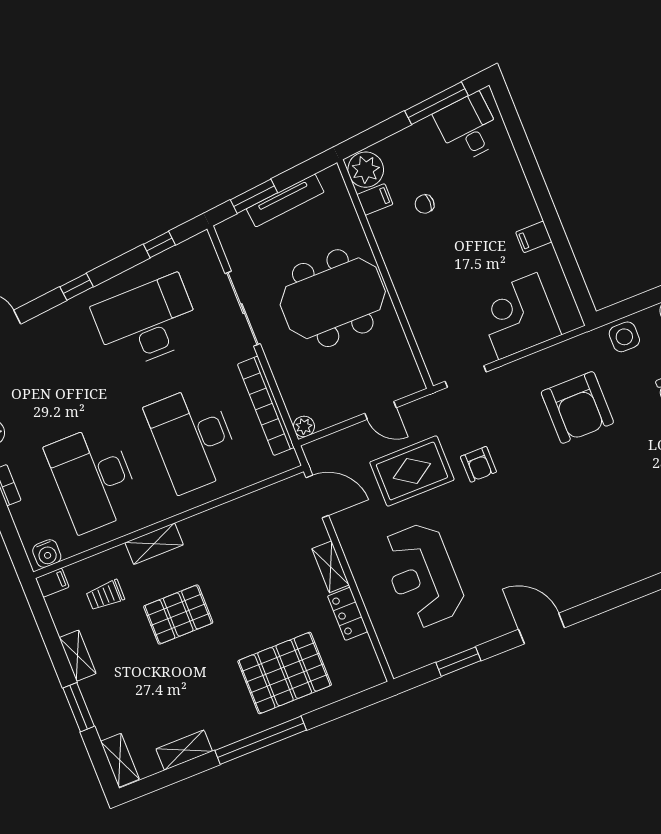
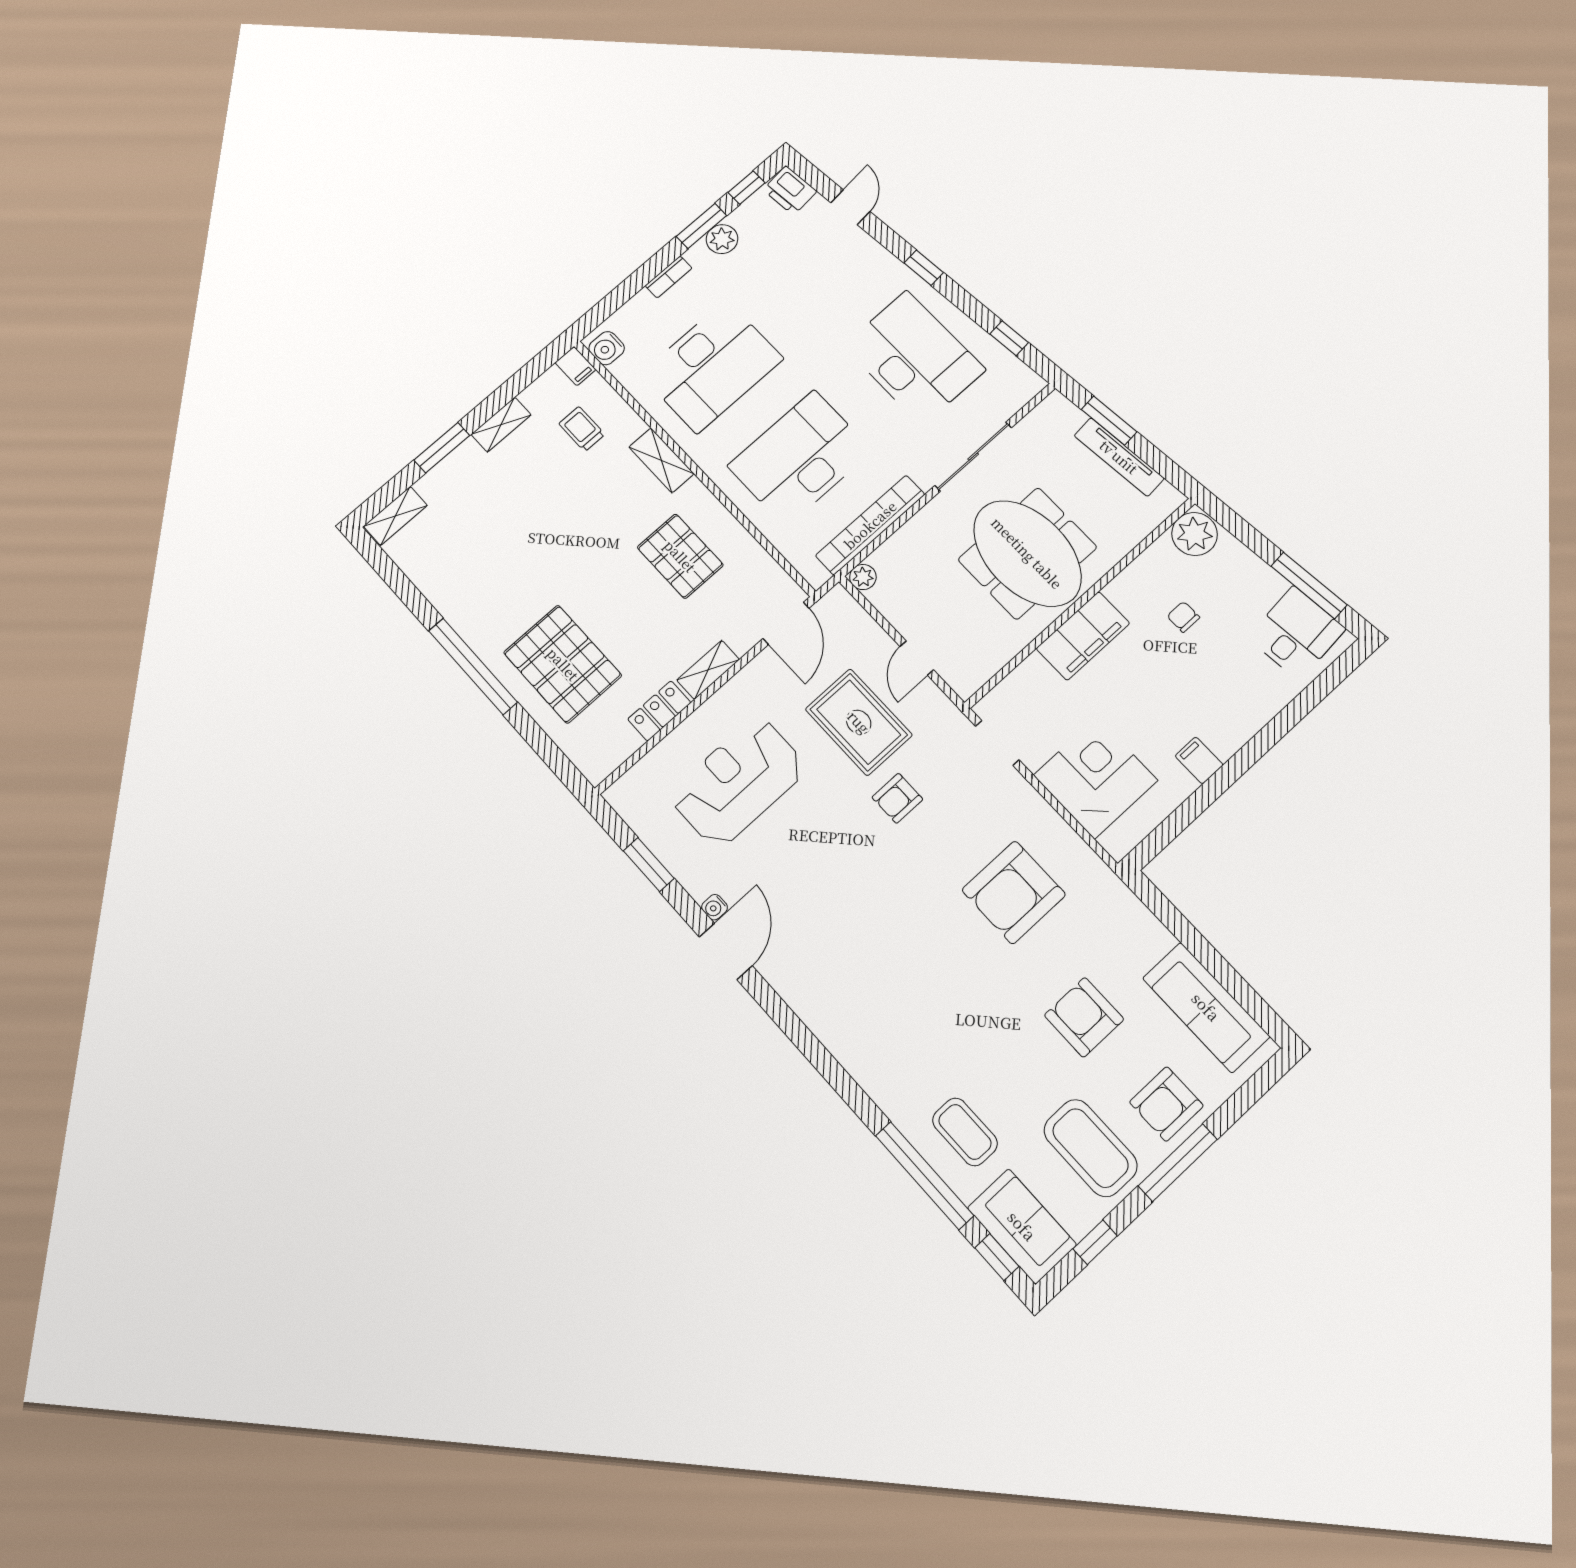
filing cabinet: (375, 199) -> (1083, 636), moved, width x3.00, depth x1.17
side table: (624, 337) -> (1124, 917), removed
desk: (93, 478) -> (712, 366), turned 180
pallet: (178, 614) -> (680, 556), moved
water cooler: (507, 625) -> (715, 907), added
shelving: (184, 750) -> (432, 583), removed

